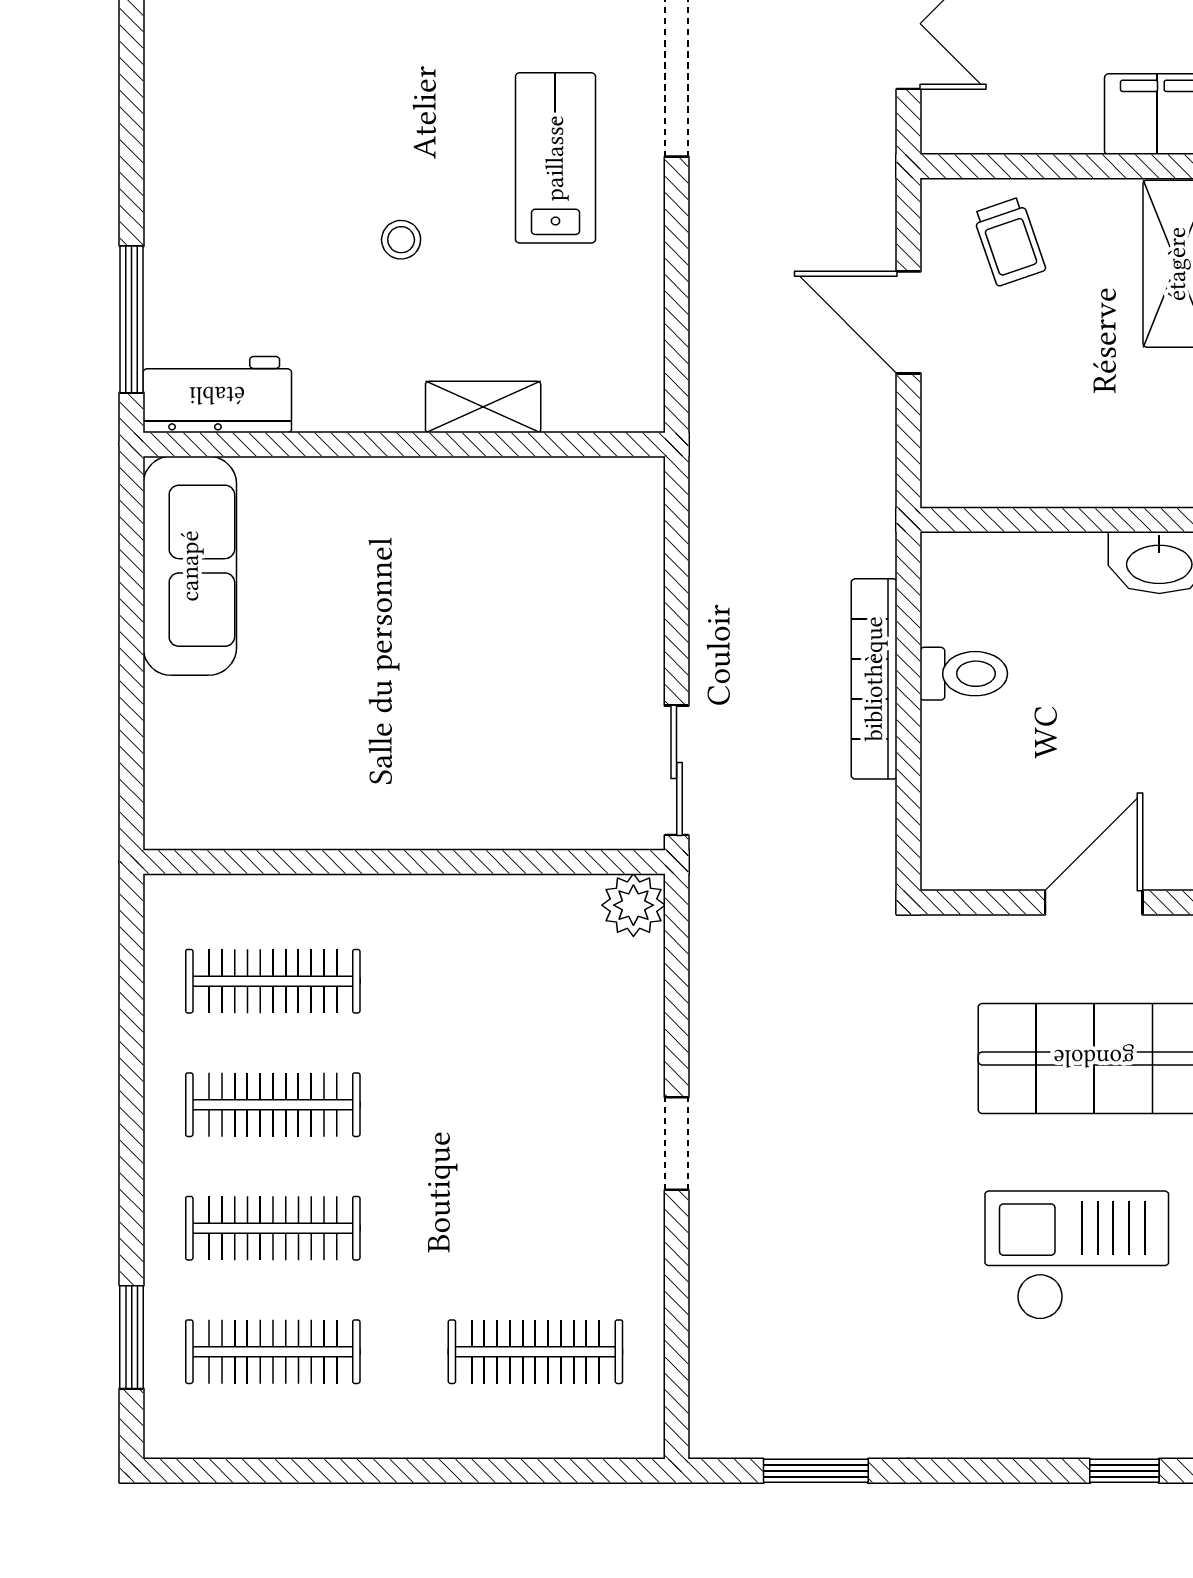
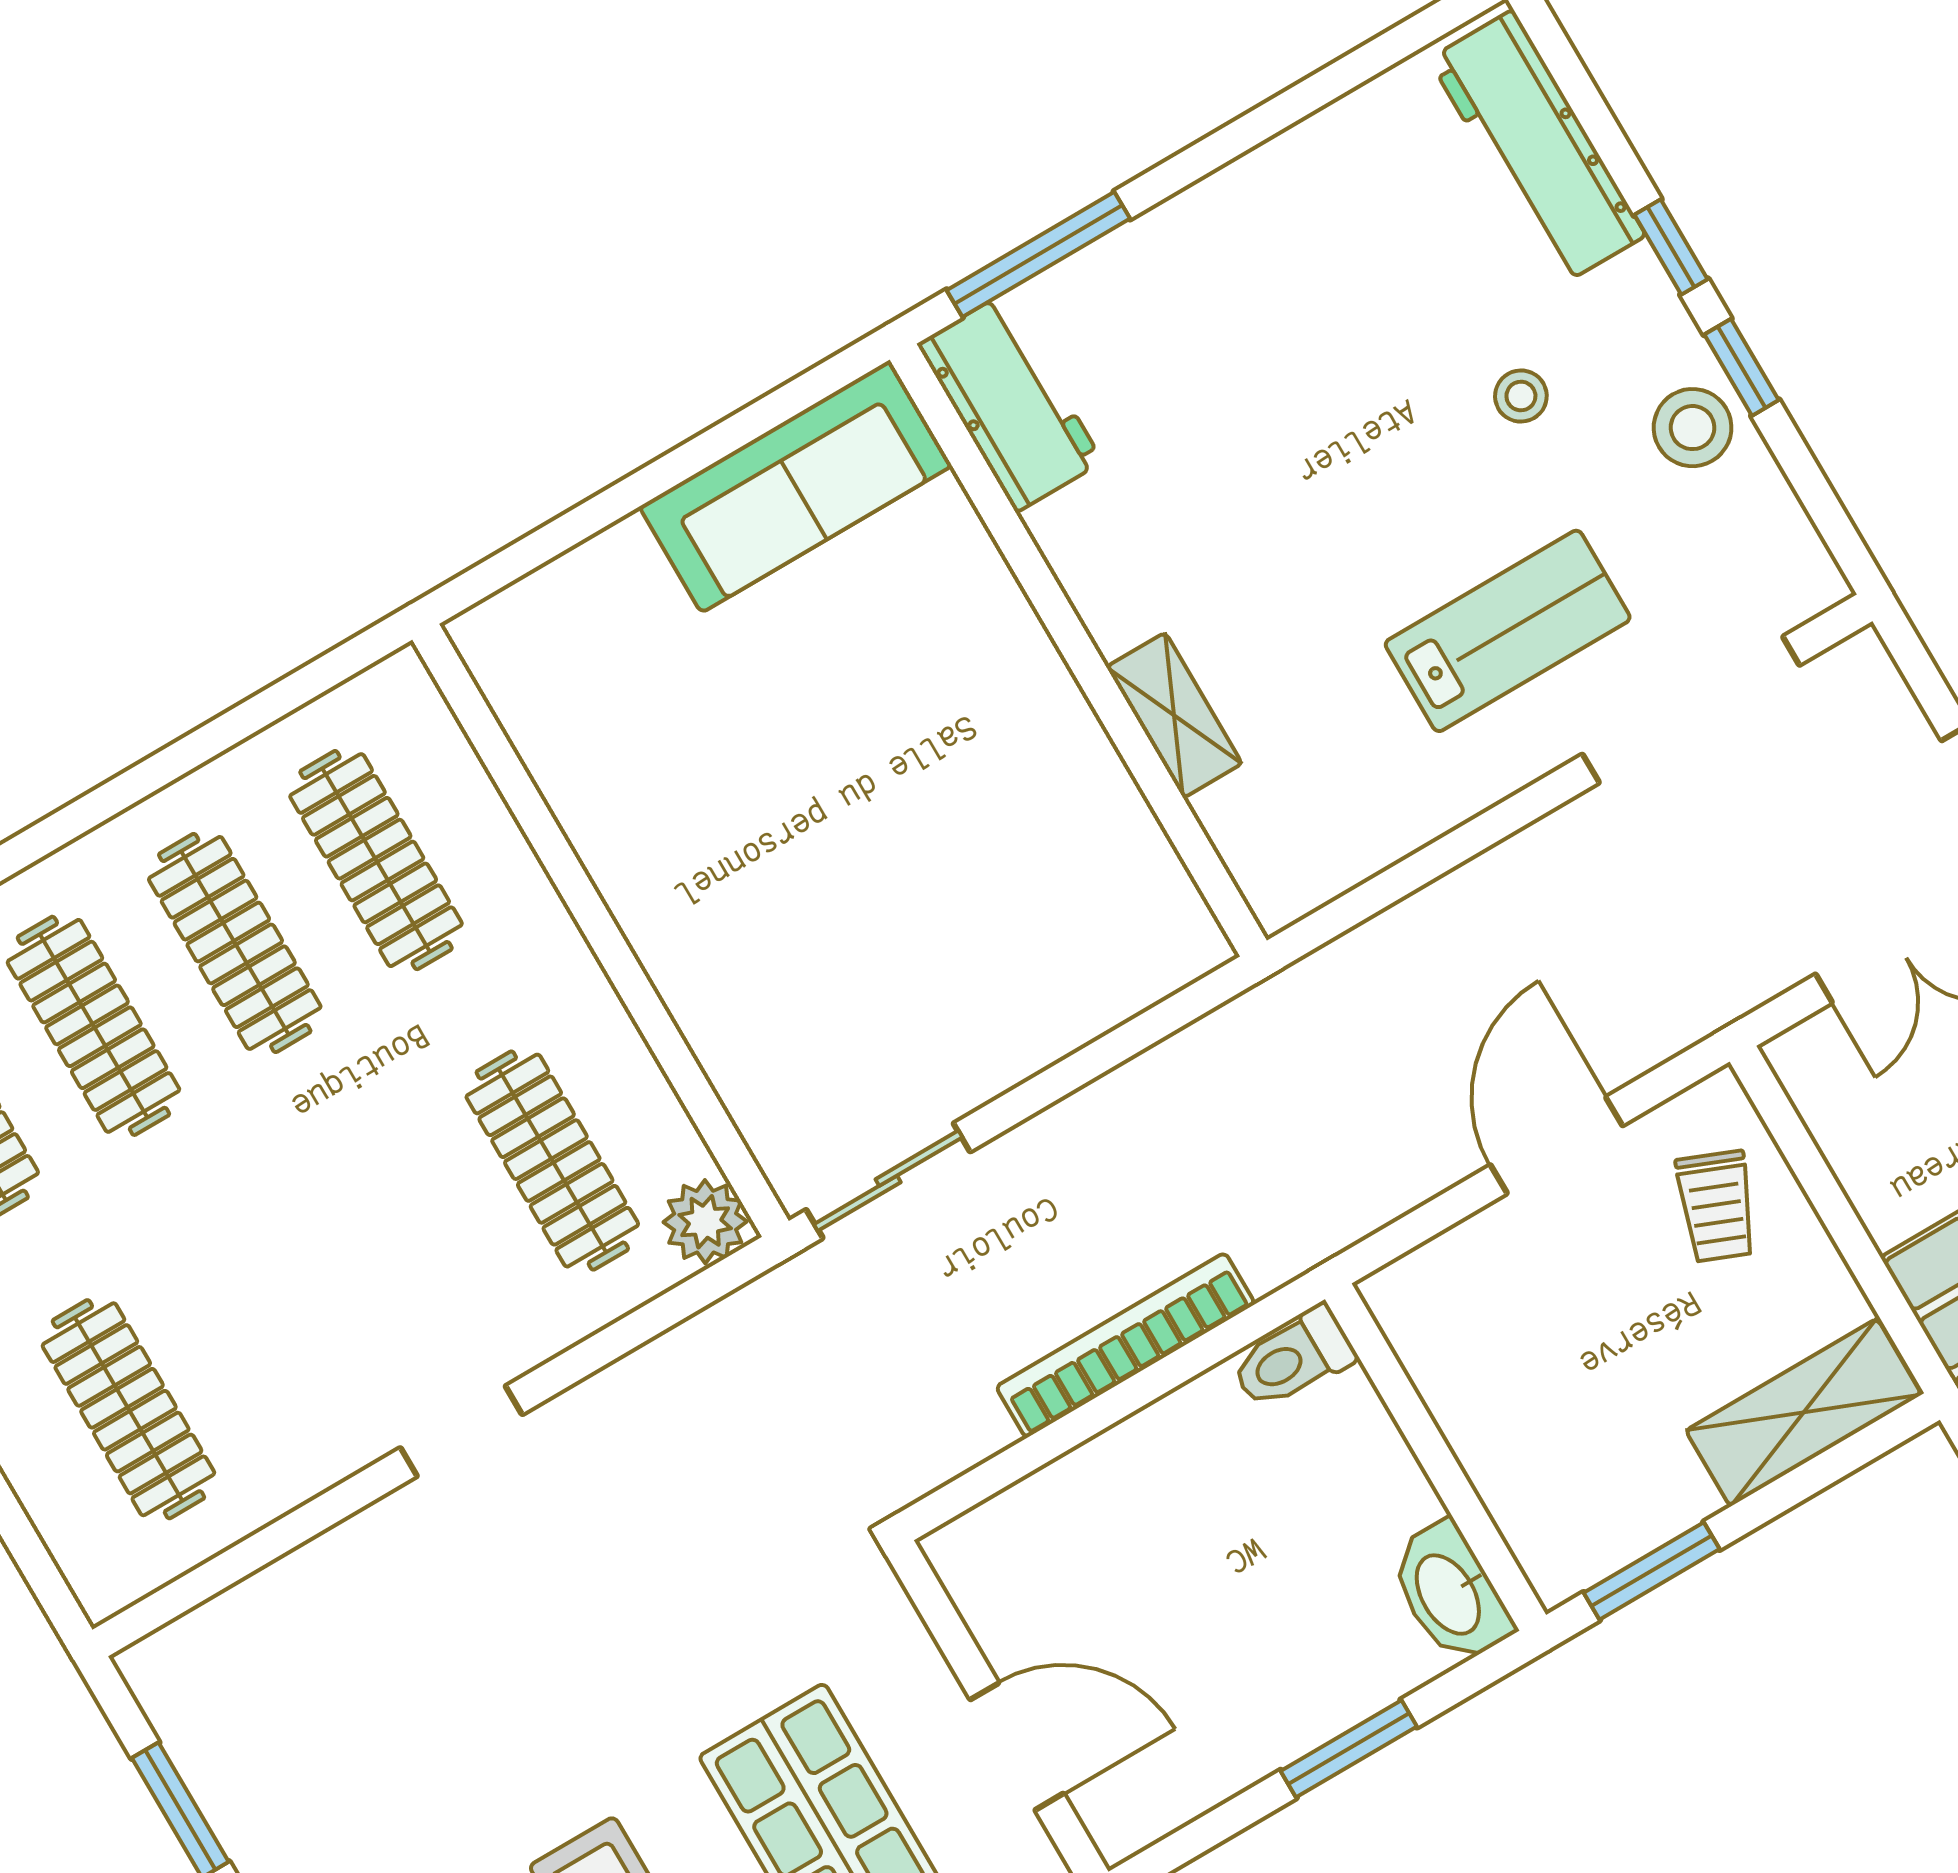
stool: (401, 240) -> (1521, 396), moved
trolley: (1009, 242) -> (1716, 1206), turned -49
toilet: (964, 674) -> (1293, 1358), moved, turned 90
clothes rail: (535, 981) -> (552, 1161), added

